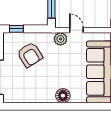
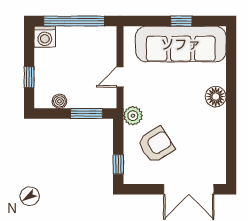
plant: (60, 39) -> (133, 116), moved

